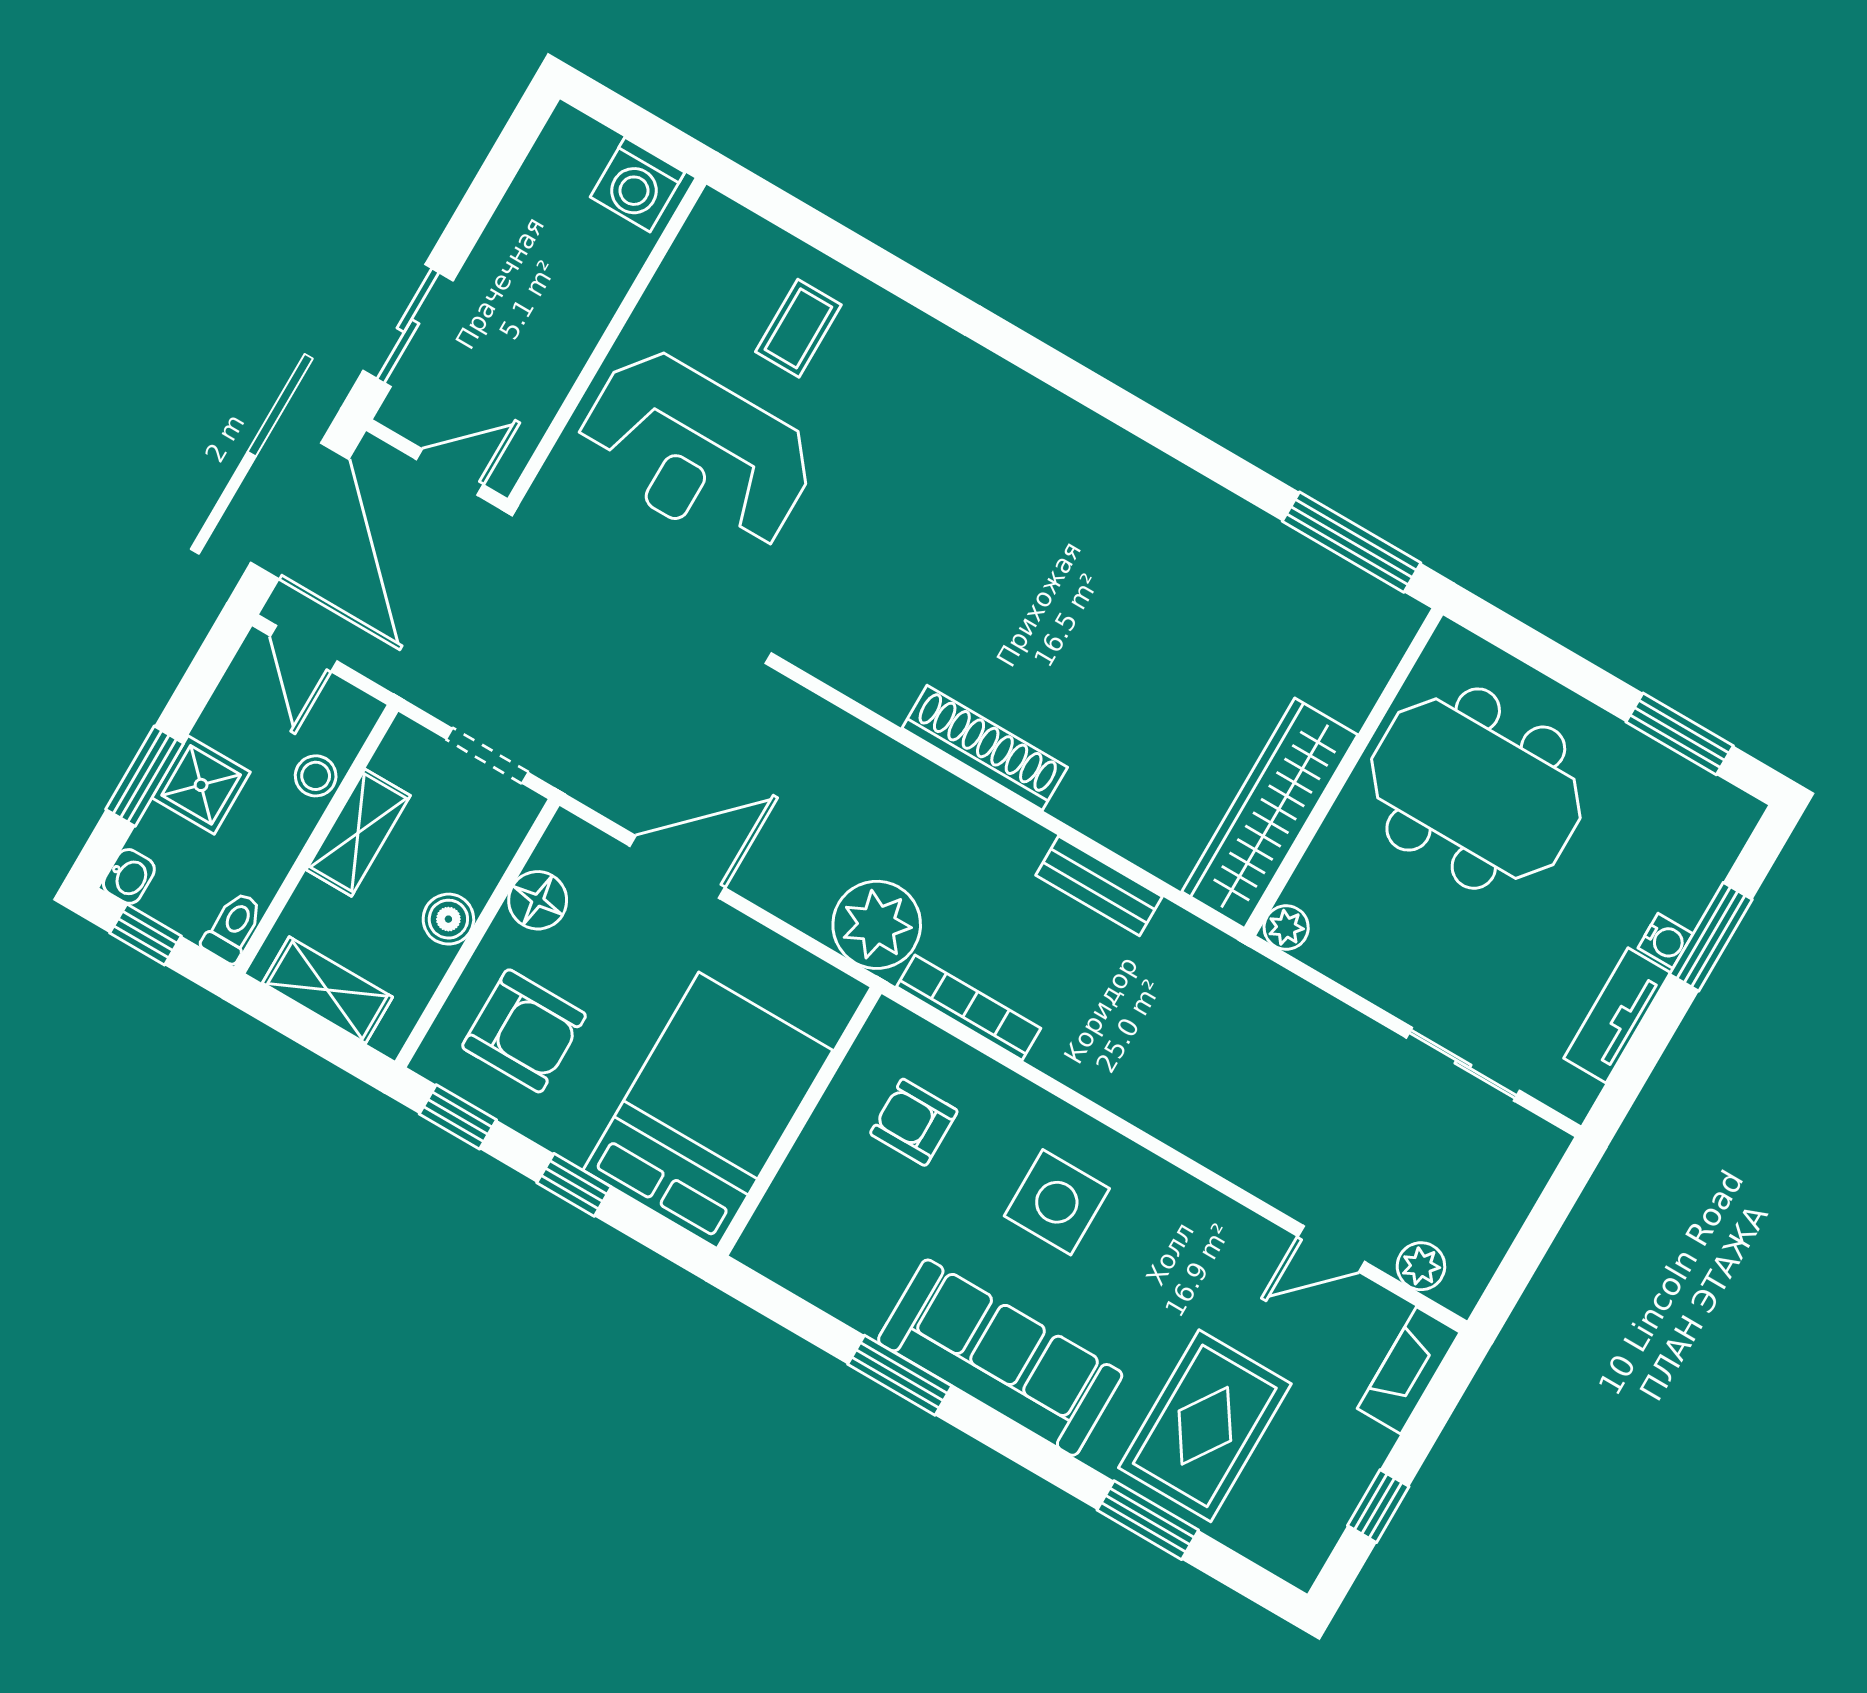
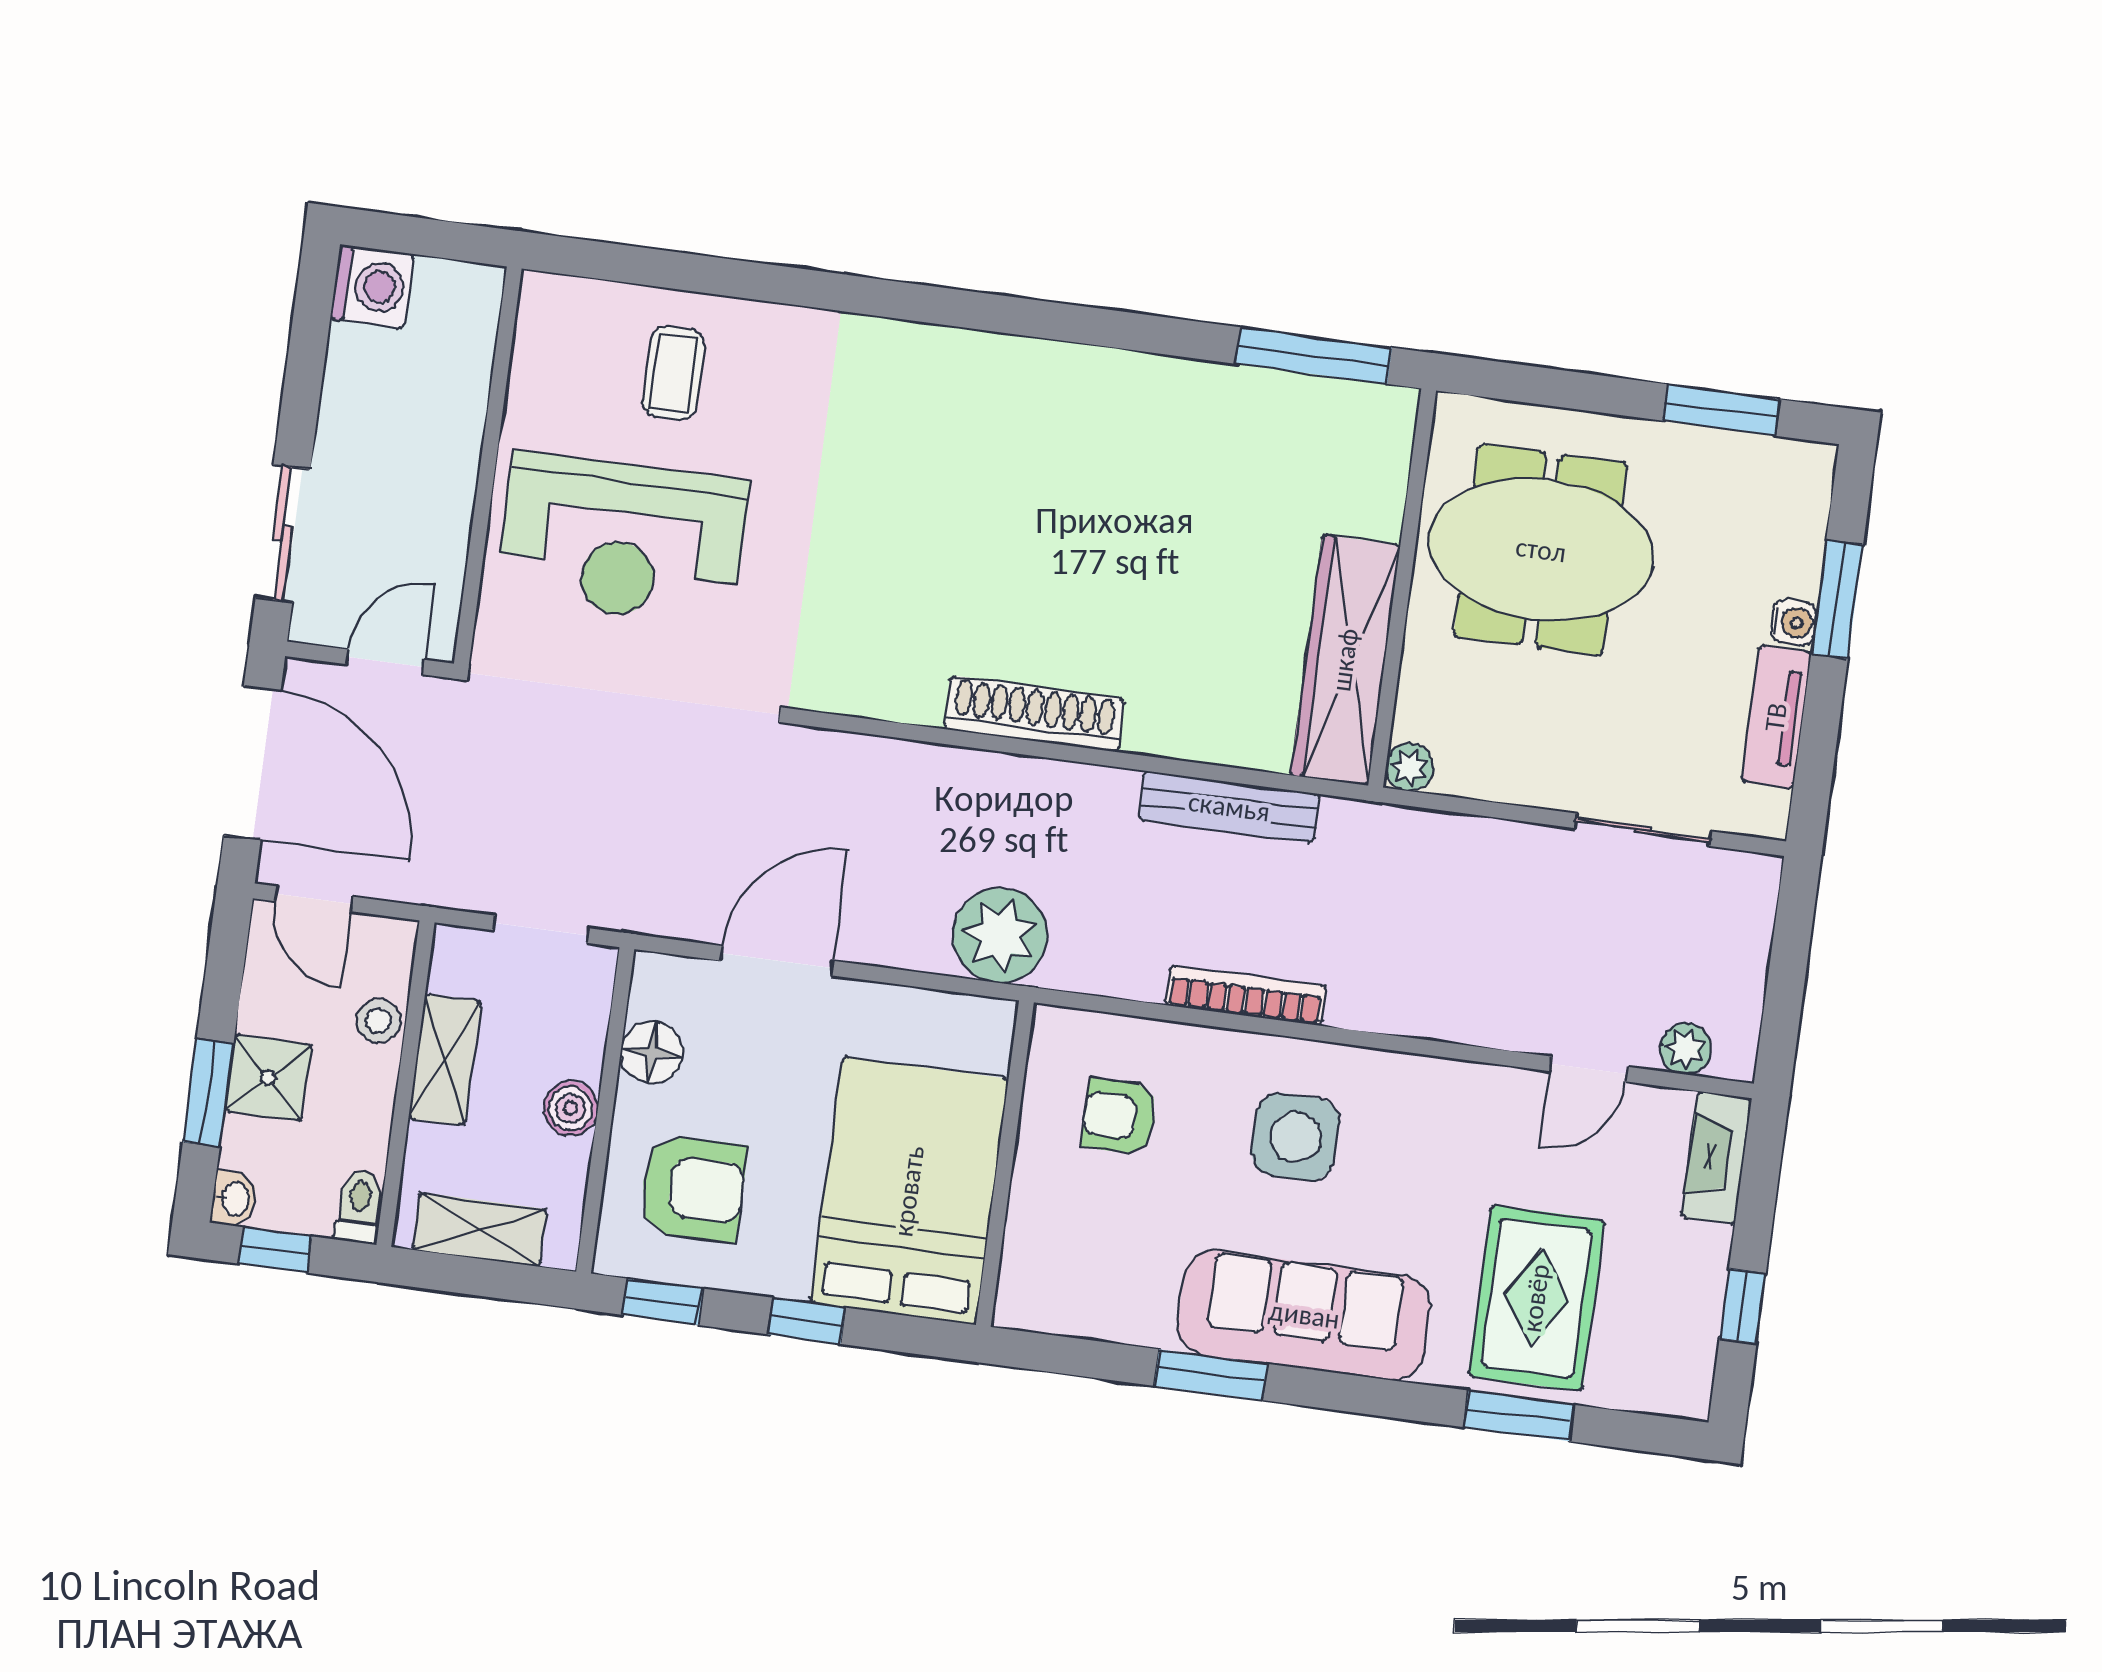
washing machine: (637, 185) -> (372, 286), moved, turned -90
bench: (1099, 886) -> (1229, 807), width x1.36
bookcase: (969, 1008) -> (1246, 996), moved

